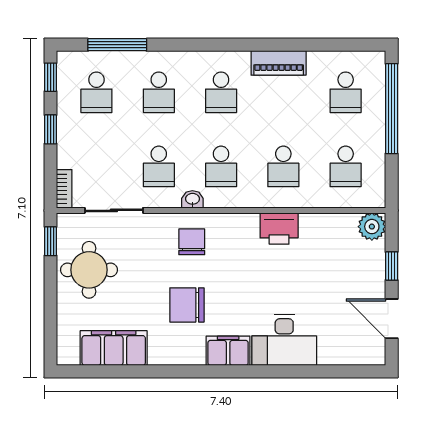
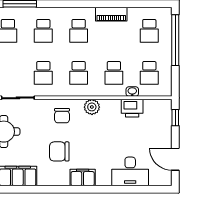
washbasin: (192, 199) -> (132, 92), moved
plant: (372, 227) -> (92, 107), moved
printer: (279, 229) -> (132, 108), moved
chair: (192, 242) -> (62, 116), turned 180
window: (392, 266) -> (175, 118), moved
desk: (284, 340) -> (130, 171), moved

